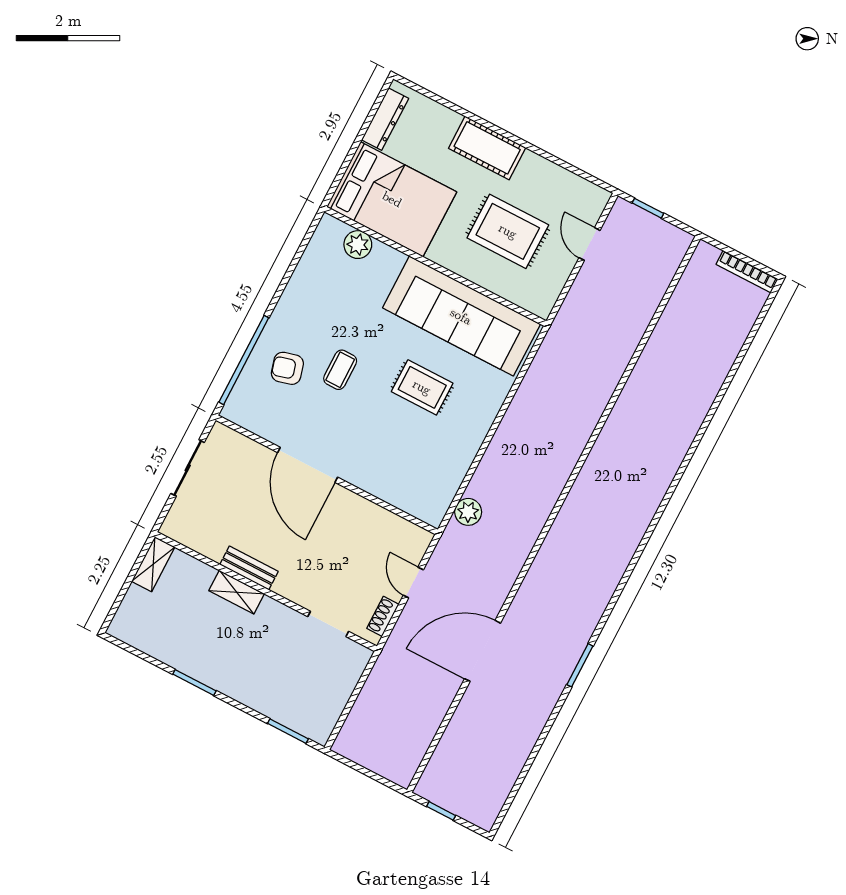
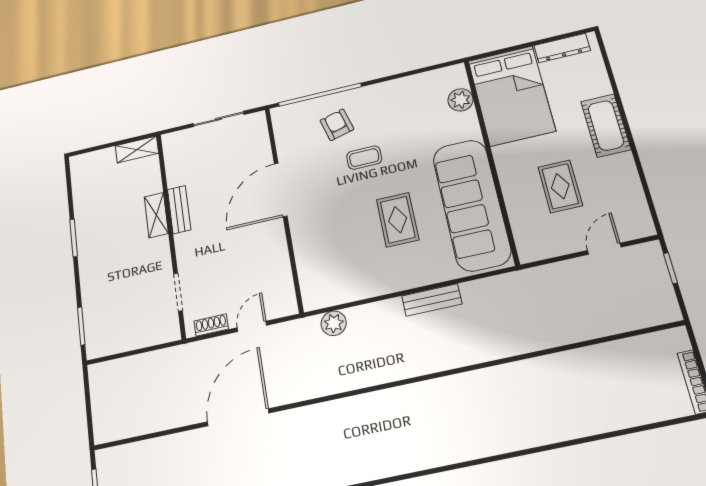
rug: (508, 231) -> (560, 186), width x0.73, depth x0.70
bench: (516, 416) -> (432, 300), added
door: (483, 651) -> (238, 417), hinge flipped

